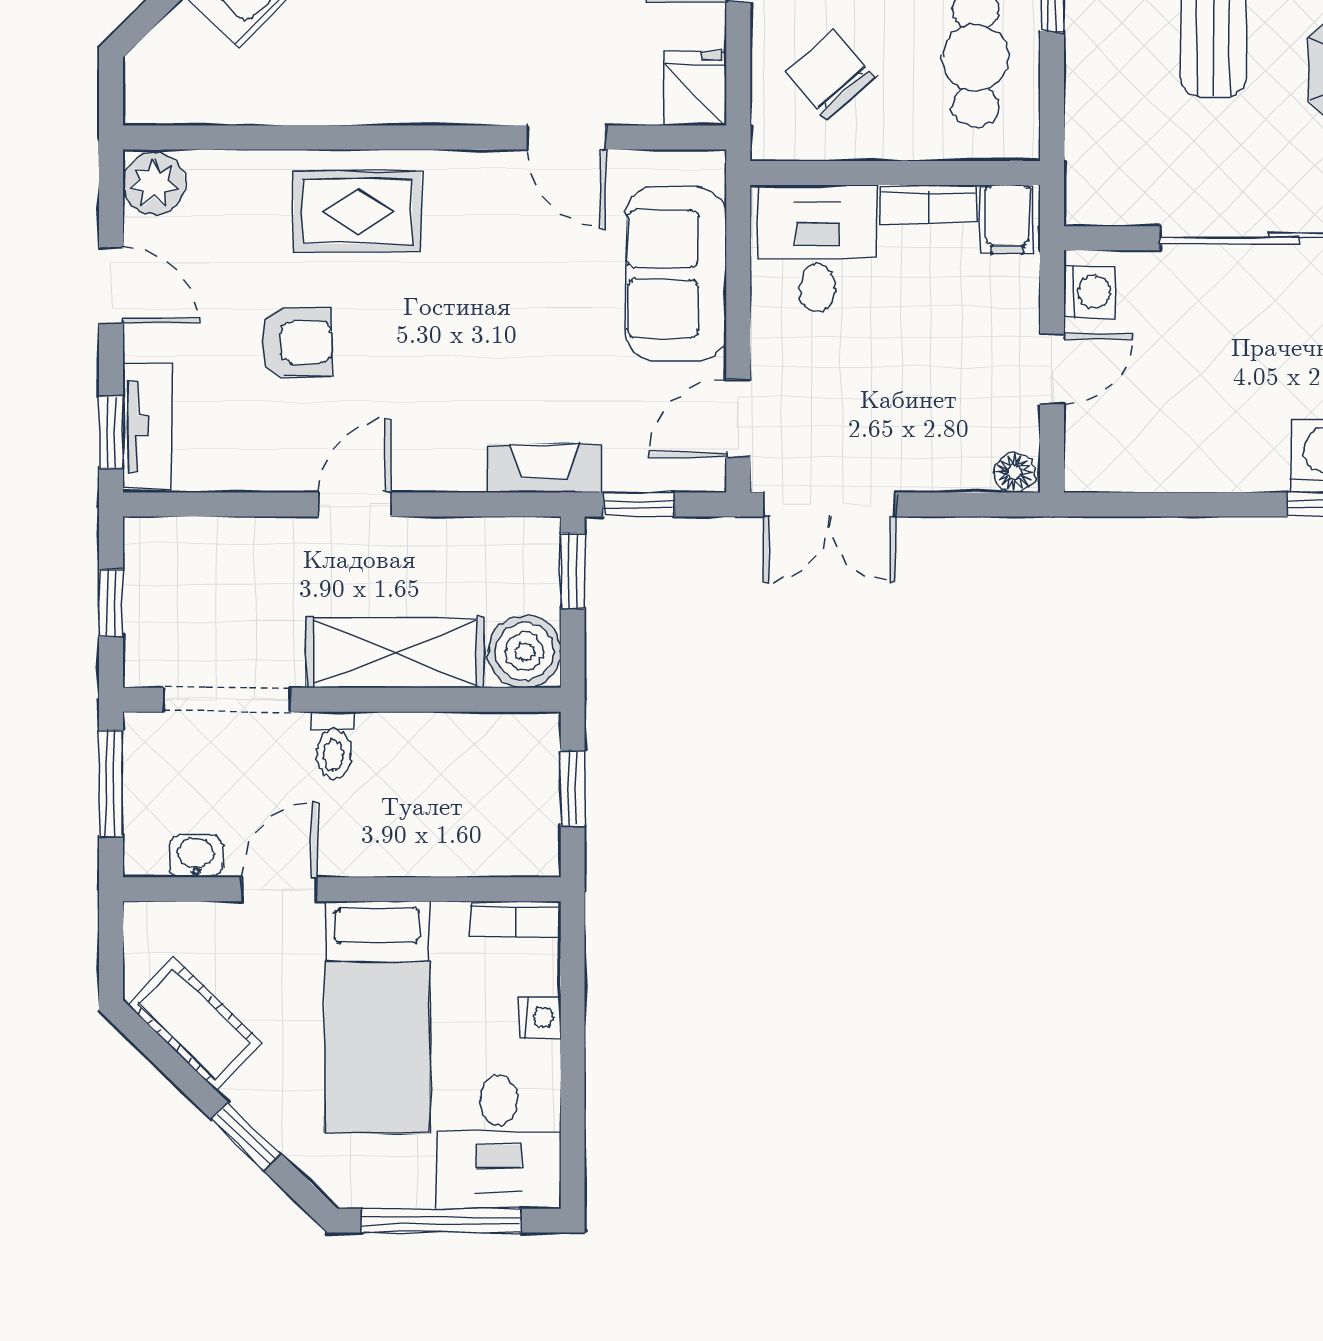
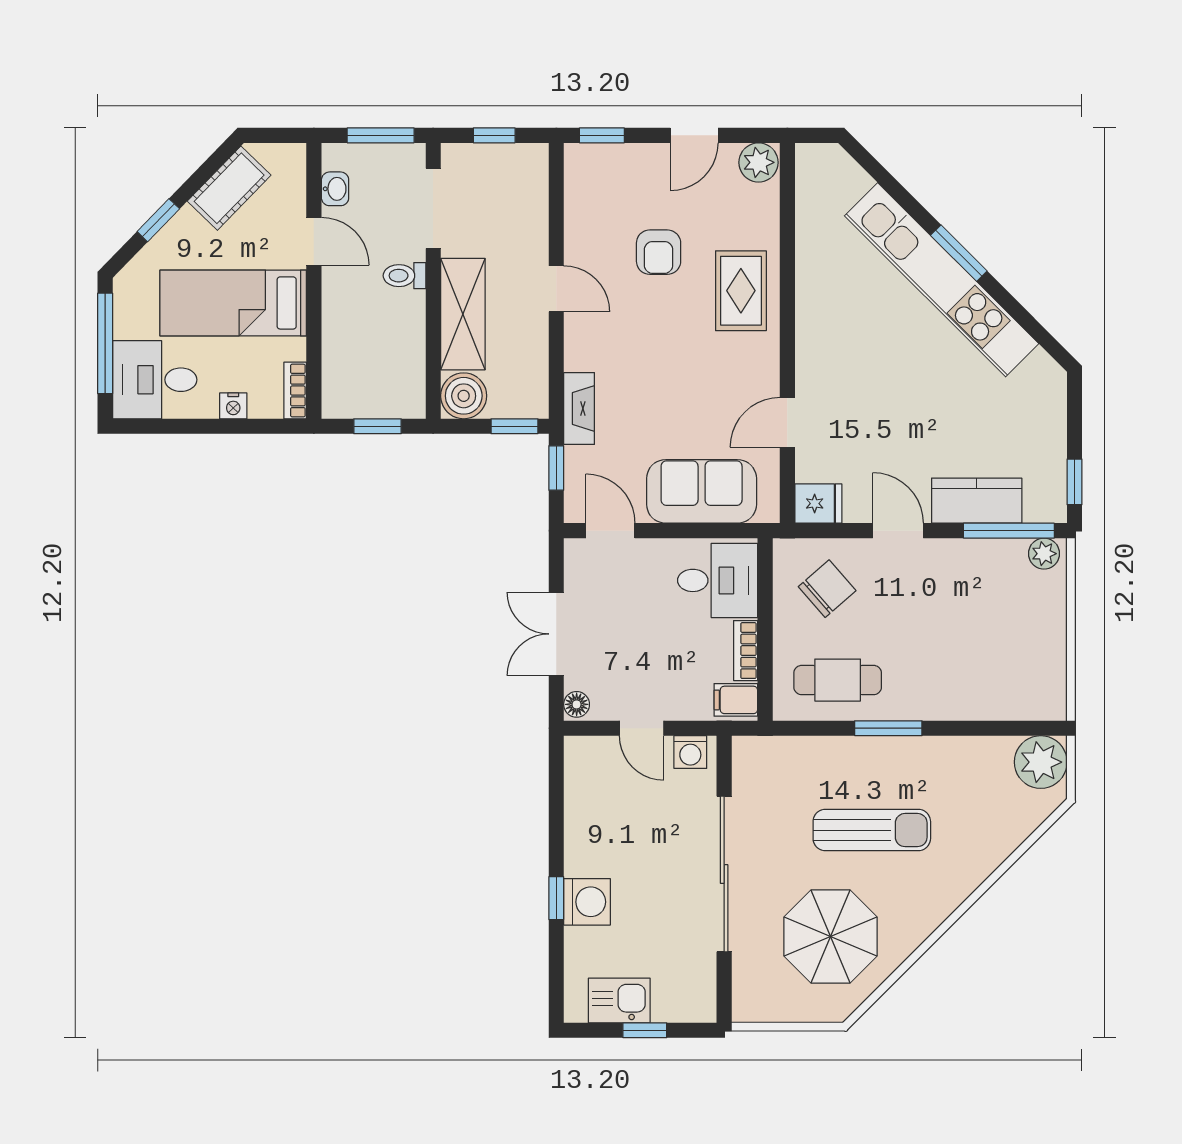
tv unit: (147, 426) -> (606, 158), removed
double door: (829, 504) -> (556, 634), moved

